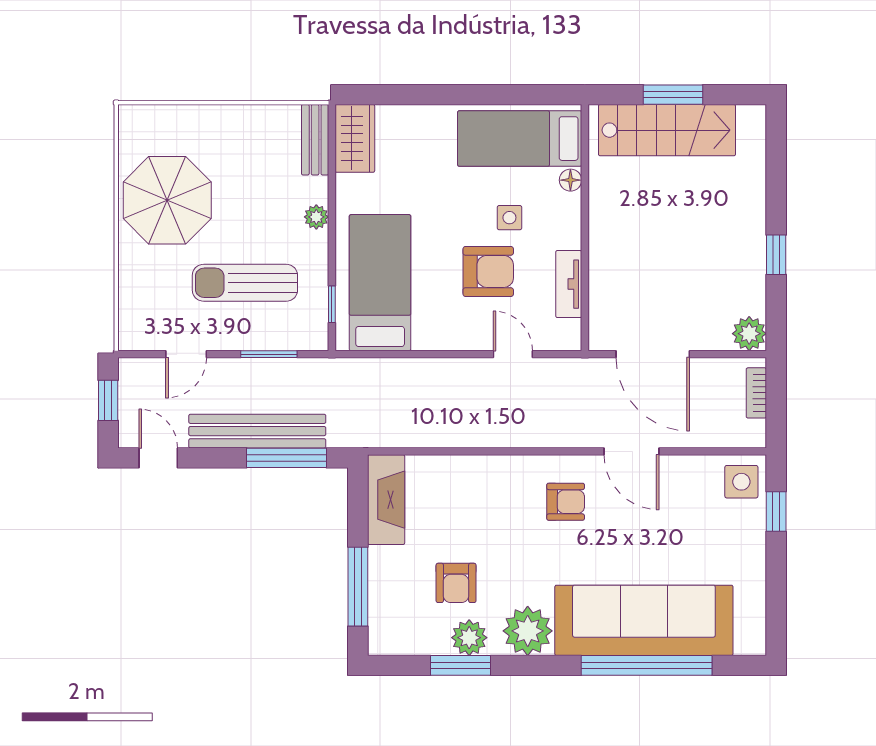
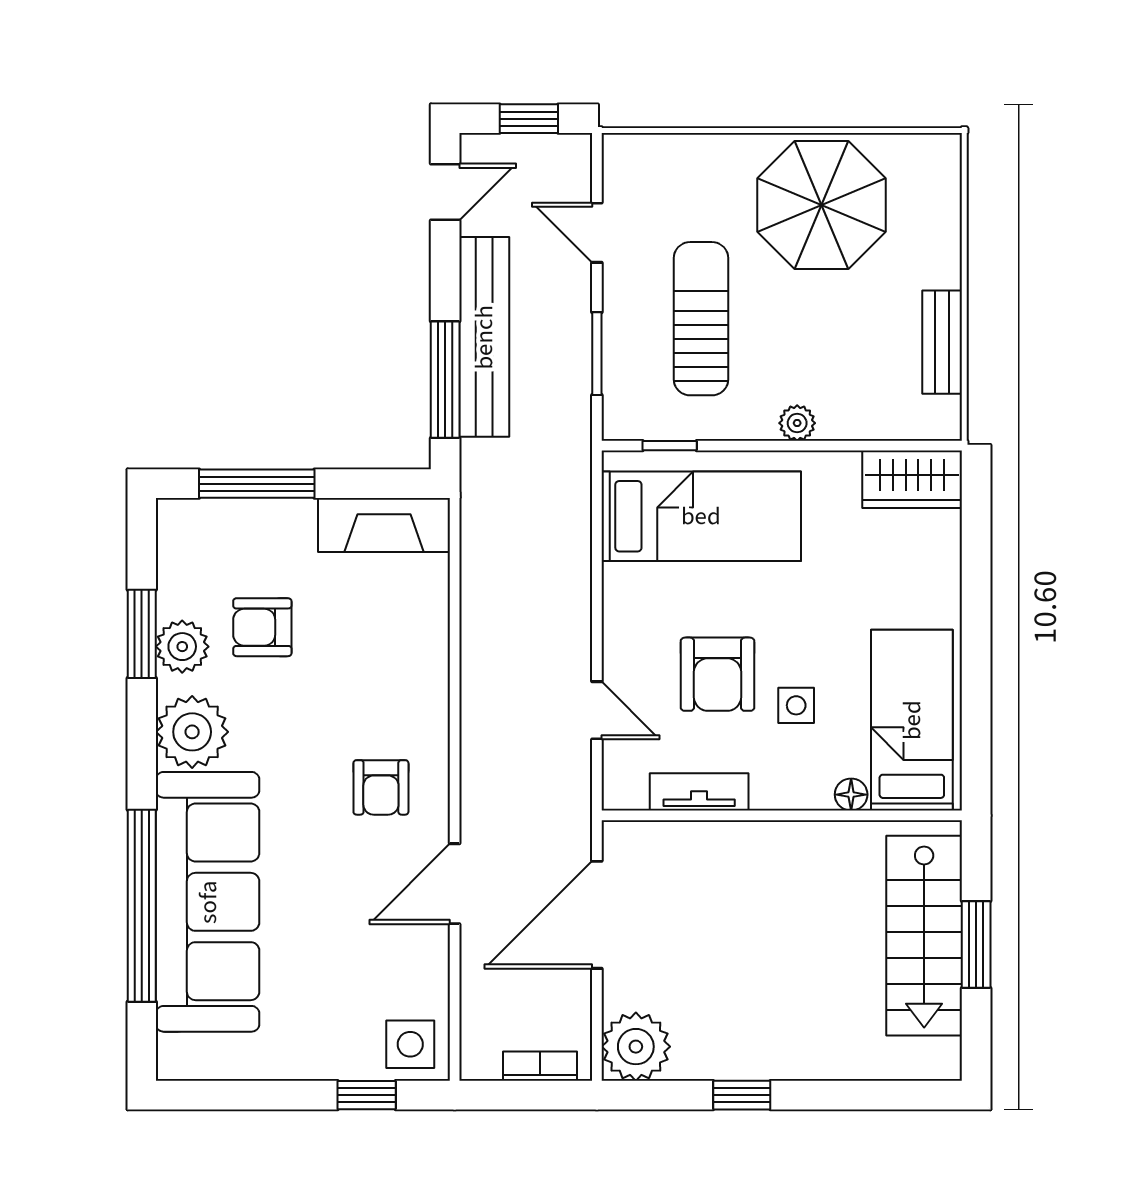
bench: (315, 140) -> (942, 342), moved, turned 90
plant: (749, 334) -> (636, 1047), width x1.36, depth x1.36
door: (513, 354) -> (597, 710), hinge flipped

